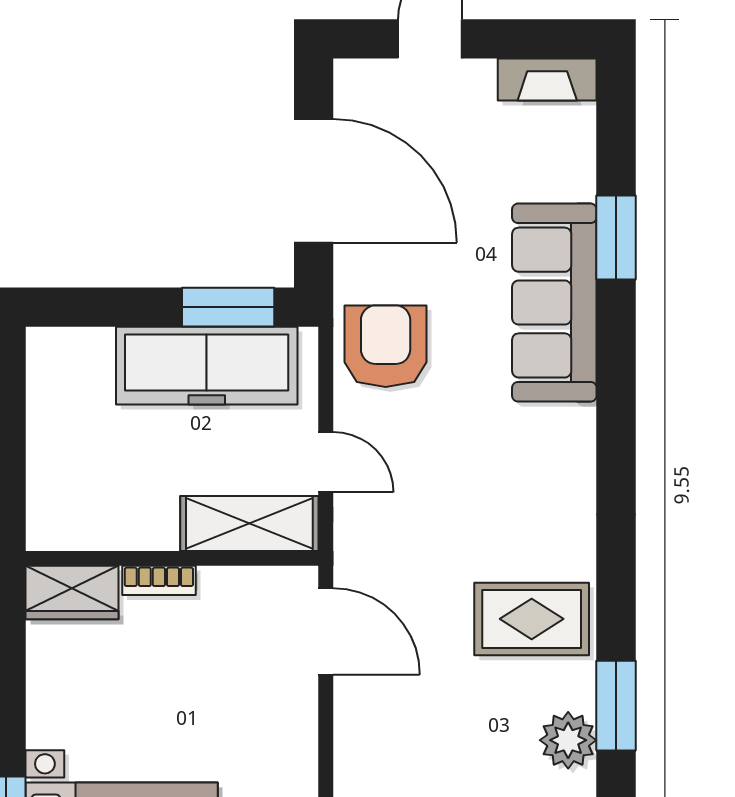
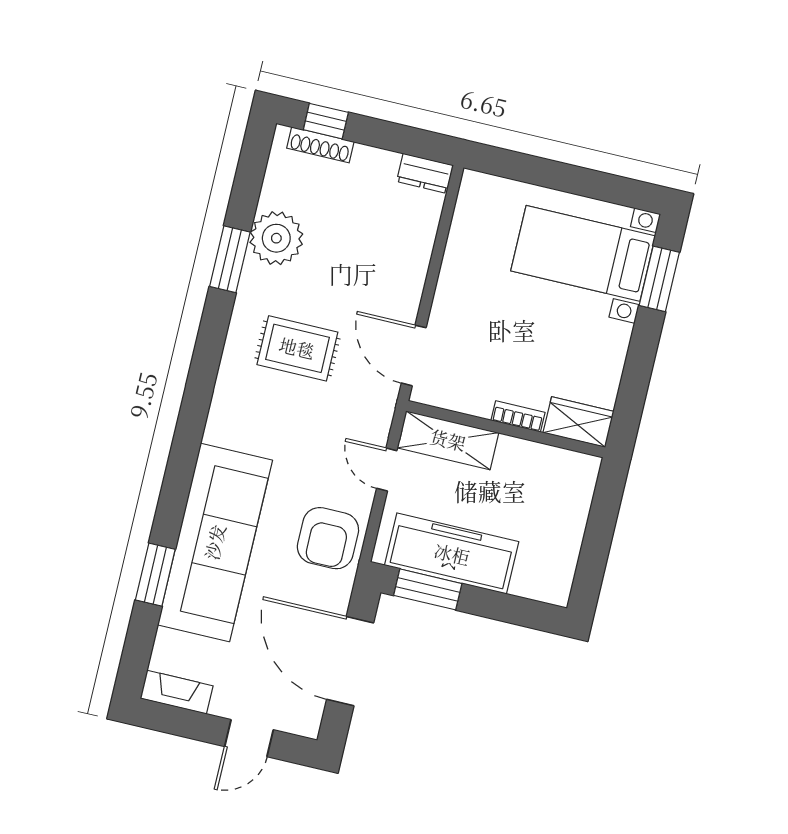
sofa: (554, 303) -> (215, 542), width x1.36, depth x1.27
rug: (532, 619) -> (297, 348), moved
plant: (568, 740) -> (276, 238), width x1.36, depth x1.36

